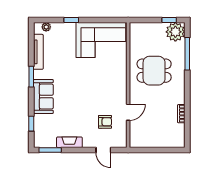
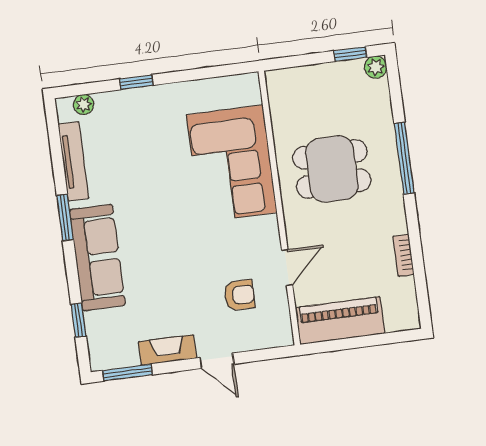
plant: (175, 32) -> (376, 67), width x0.53, depth x0.53
corner sofa: (101, 40) -> (232, 164), moved, turned 90
window: (187, 54) -> (404, 158), moved
sofa: (43, 97) -> (97, 257), width x1.36
piano: (149, 139) -> (340, 321), added
door: (103, 150) -> (217, 361), moved

